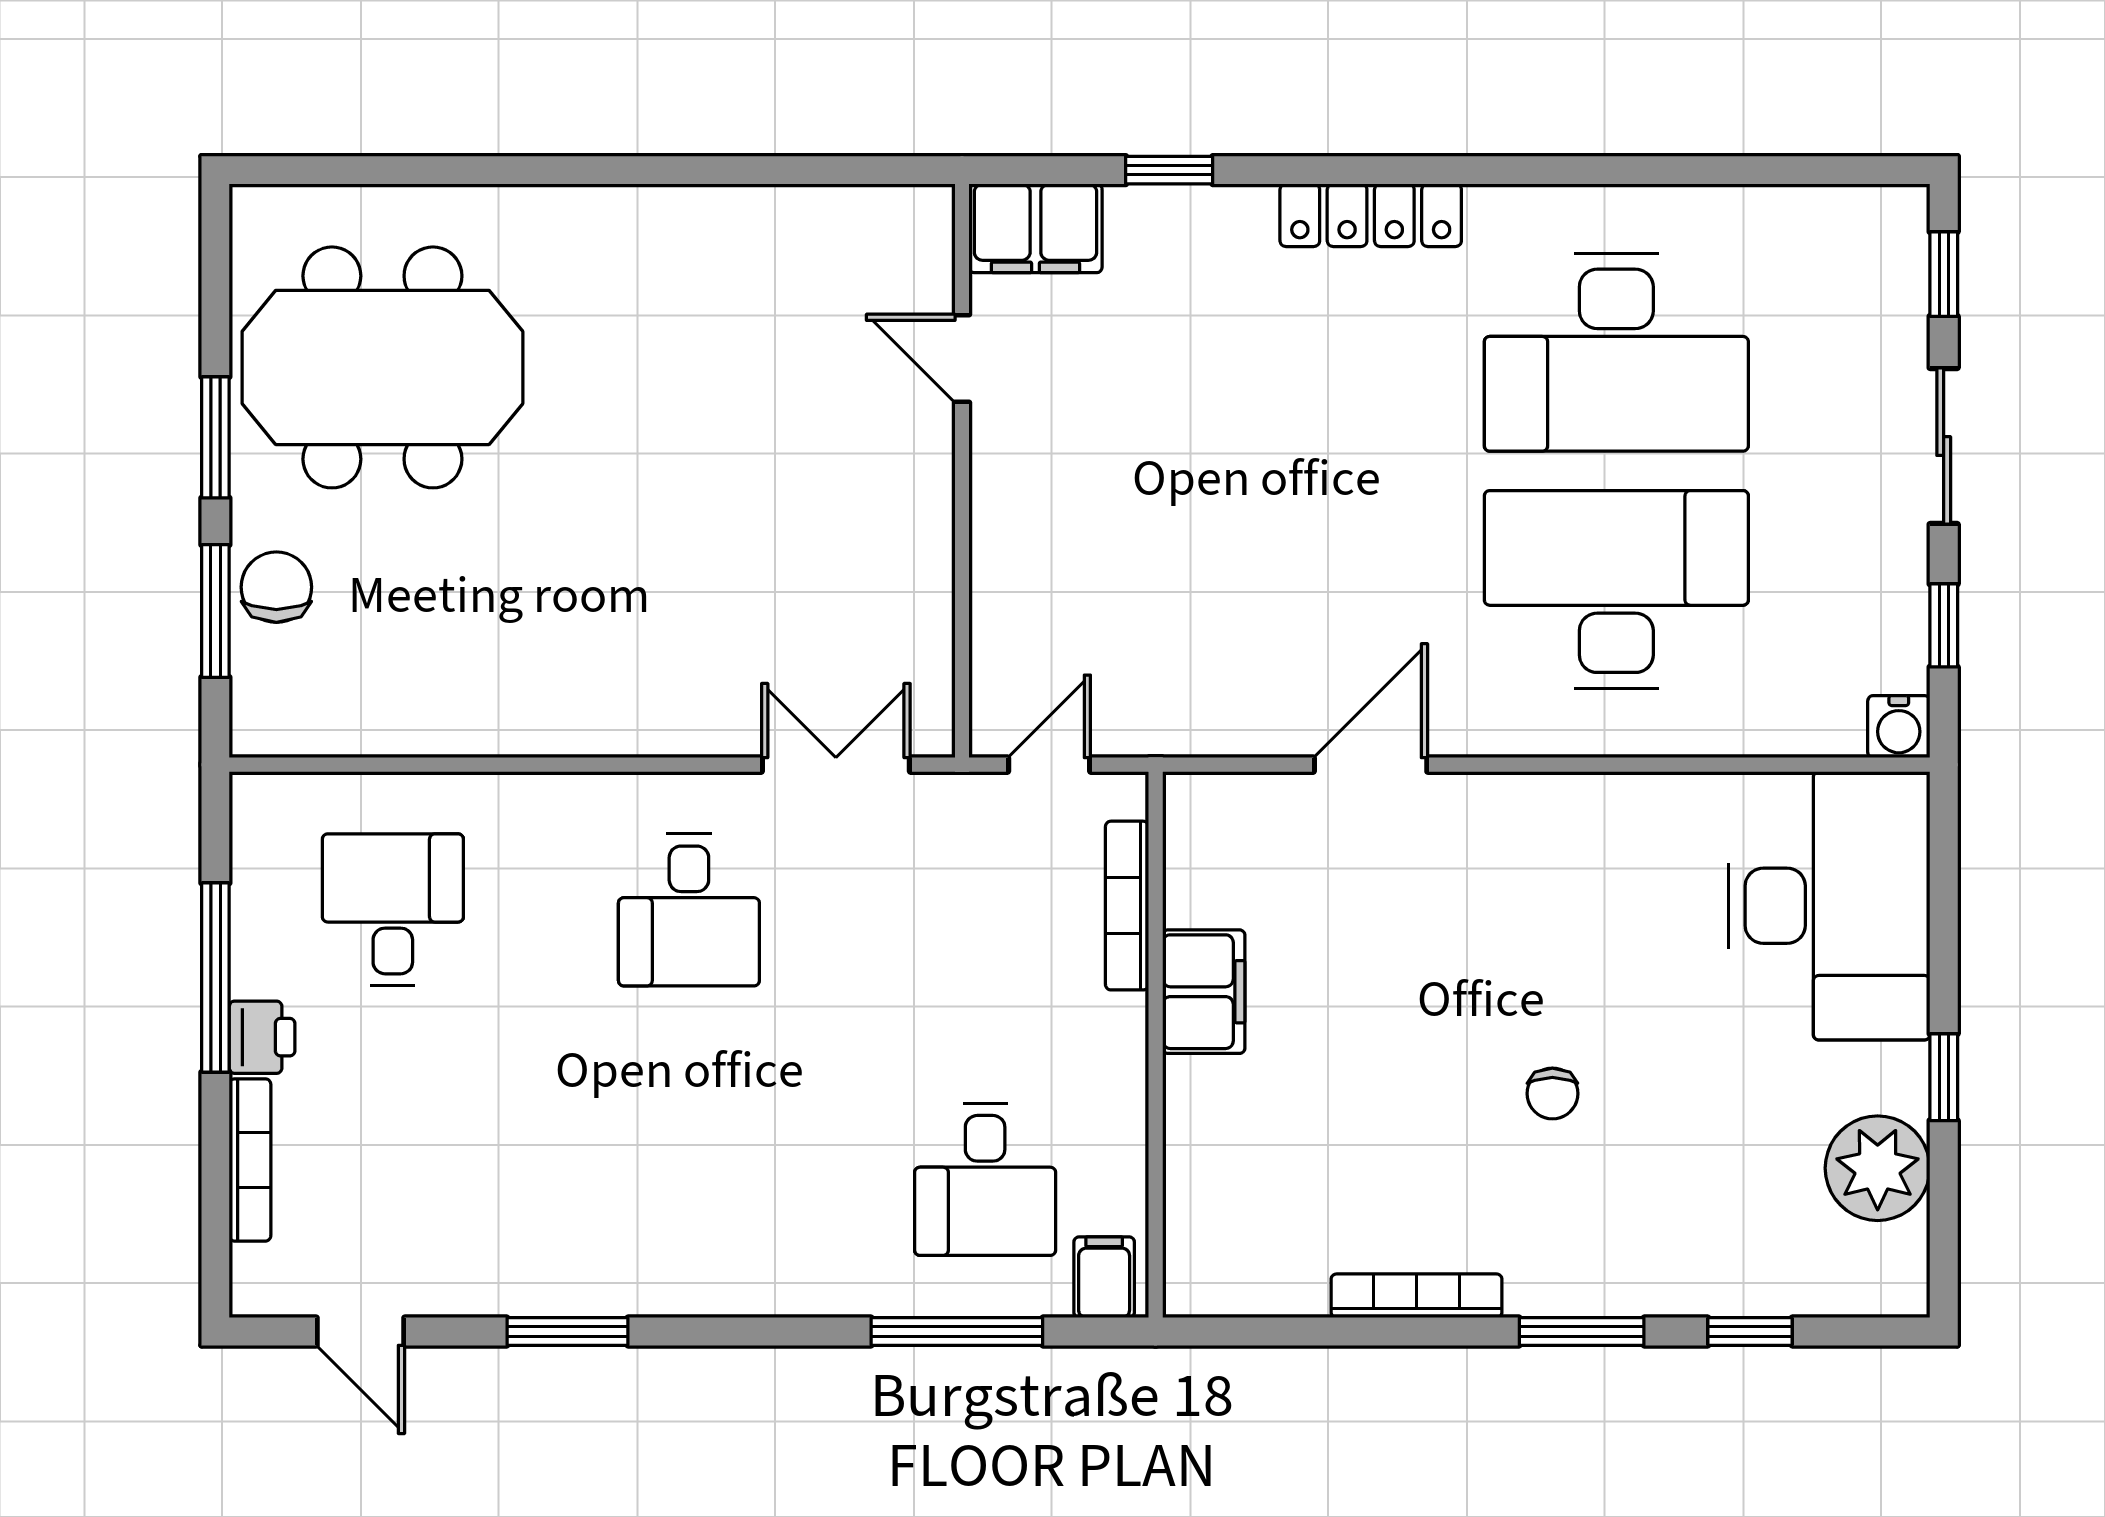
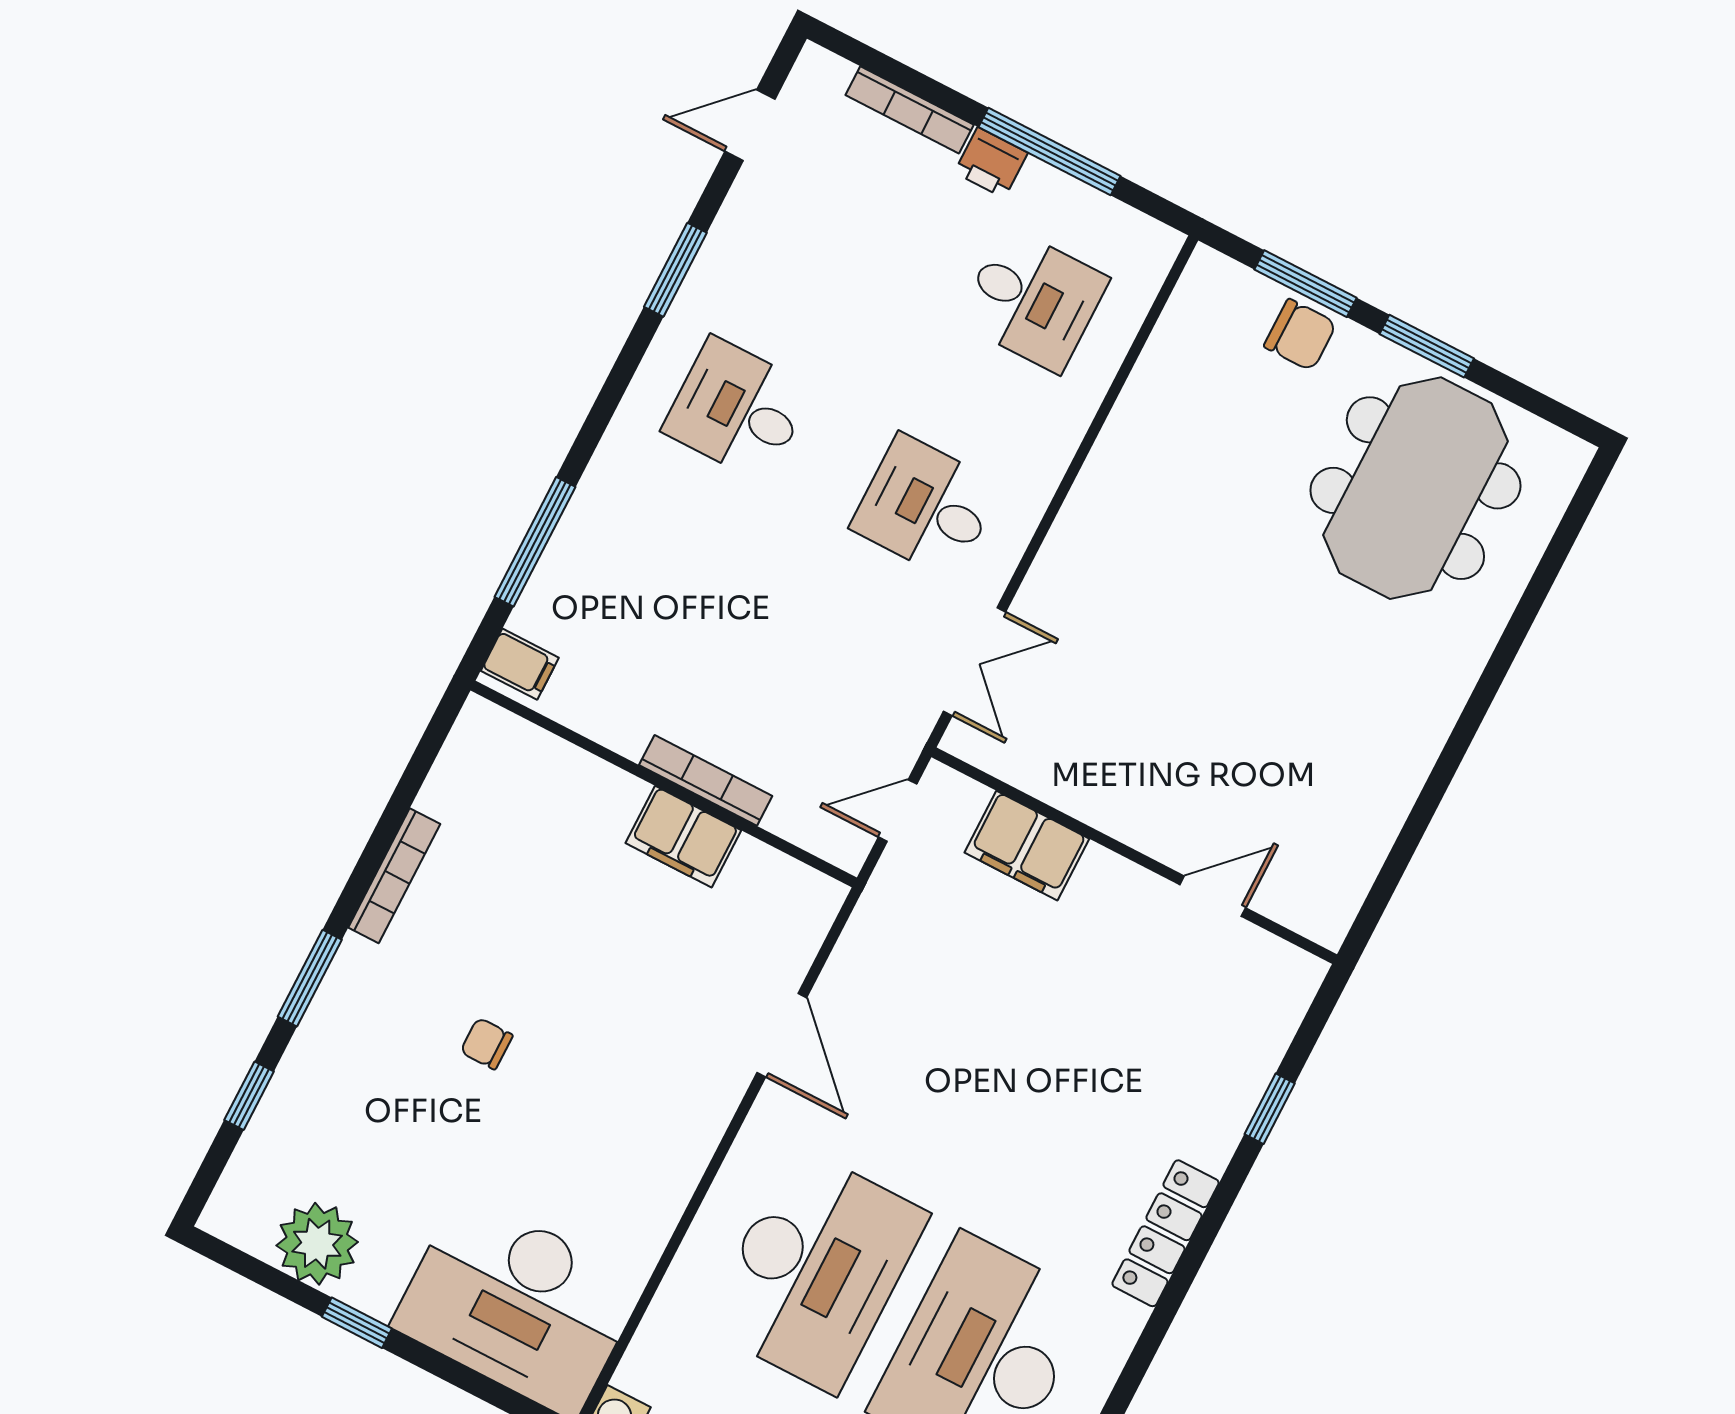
filing cabinet: (1035, 228) -> (1027, 846), moved, turned -90
door: (1049, 765) -> (898, 811), swing flipped
bookcase: (1127, 906) -> (706, 780), moved
desk: (985, 1179) -> (738, 410), moved

